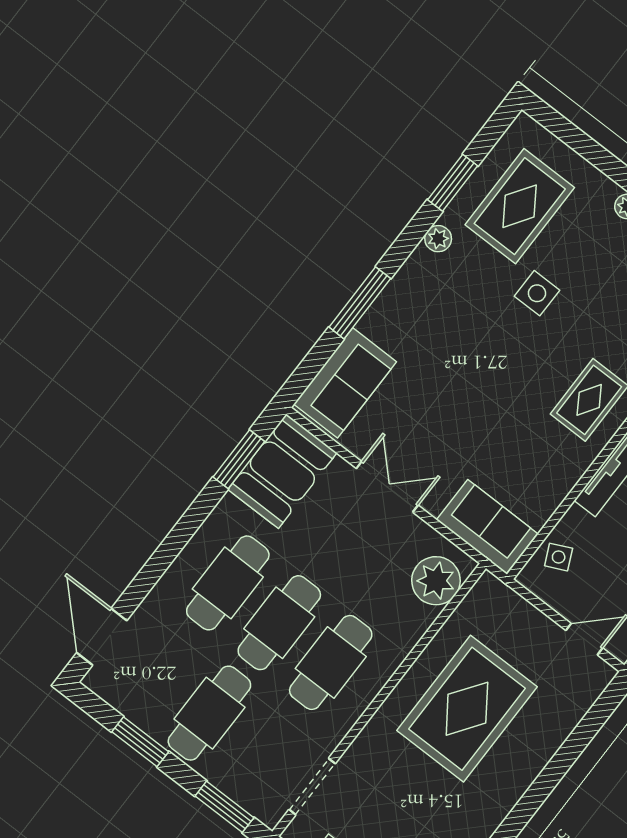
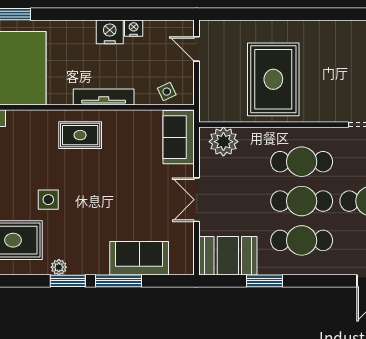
window: (453, 183) -> (68, 281), moved
sofa: (345, 383) -> (139, 258), moved
window: (239, 459) -> (265, 281), moved
rug: (467, 709) -> (273, 79), turned 90

